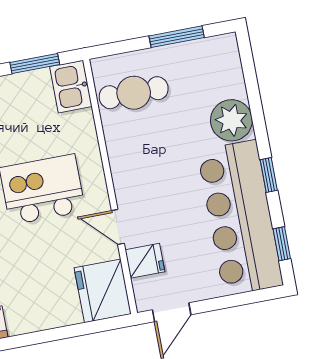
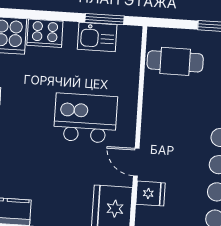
kitchen sink: (71, 87) -> (97, 37), moved, turned -90

